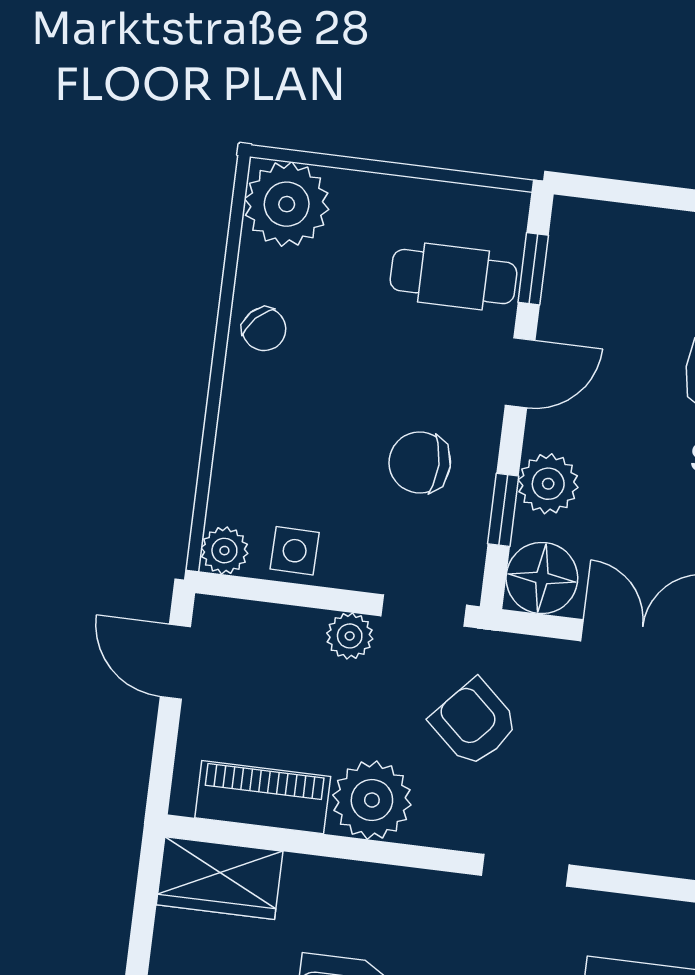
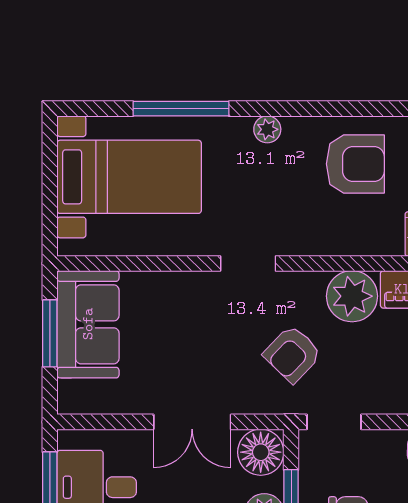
plant: (350, 636) -> (379, 400), removed
armchair: (474, 723) -> (293, 354), turned 92

